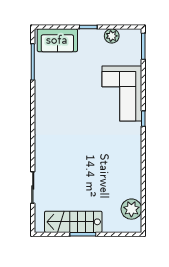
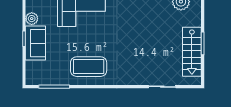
sofa: (57, 40) -> (35, 43), moved
coffee table: (56, 102) -> (89, 67), added

